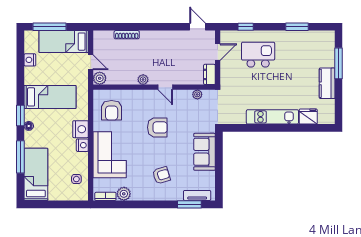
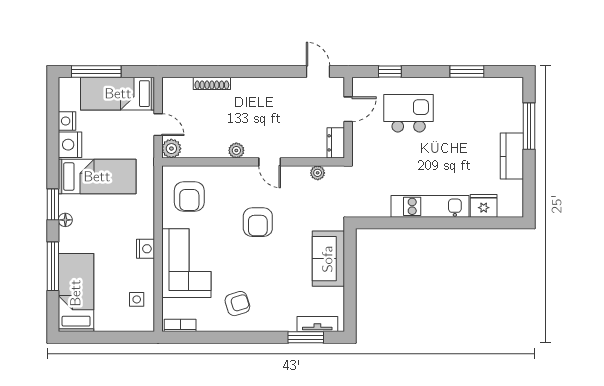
armchair: (157, 127) -> (258, 222), turned 90
nightstand: (81, 129) -> (70, 145), moved, turned 180
armchair: (161, 175) -> (237, 304), moved
plant: (124, 194) -> (208, 321), removed

